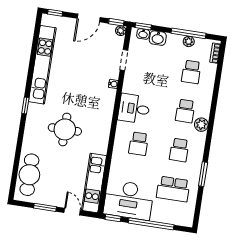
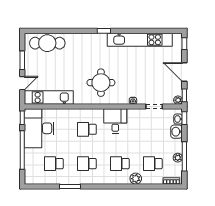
plant: (201, 125) -> (136, 179), moved
round table: (65, 129) -> (101, 83), moved
school desk: (173, 189) -> (54, 164), width x0.54

